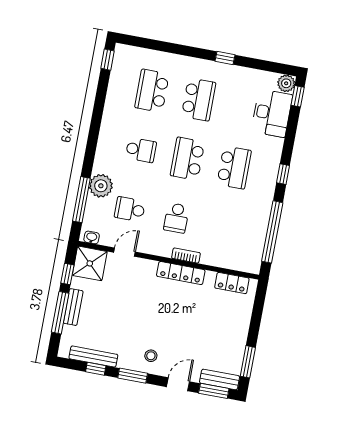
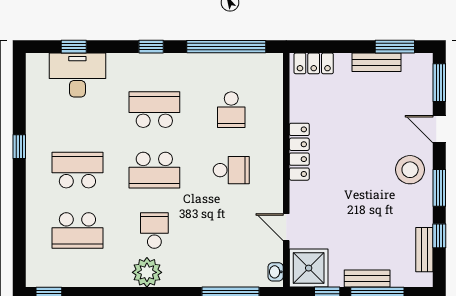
plant: (286, 83) -> (37, 64), removed
window: (298, 96) -> (74, 47), moved
plant: (101, 186) -> (147, 272), moved
school desk: (130, 209) -> (231, 110), moved
bookcase: (186, 255) -> (276, 149), removed
locker: (232, 283) -> (314, 63), moved, turned 90
stool: (151, 356) -> (410, 170), width x1.89, depth x1.89
bench: (93, 357) -> (424, 250), width x0.73
bench: (220, 379) -> (377, 62), moved, turned 90

